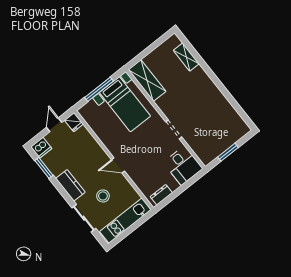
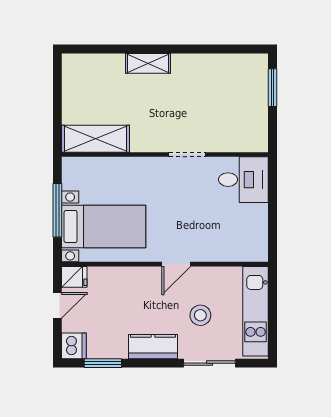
shelving: (186, 57) -> (148, 63), moved
bed with nightstands: (125, 104) -> (104, 226), moved
door: (54, 125) -> (57, 305), swing flipped
window: (228, 152) -> (272, 88), moved
dresser: (161, 195) -> (259, 238), removed

